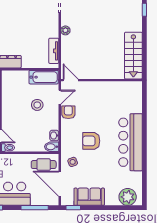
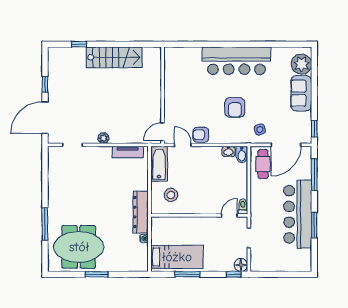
stairs: (133, 56) -> (114, 57), moved
stool: (37, 105) -> (171, 195), moved
sofa: (89, 197) -> (301, 93), moved

